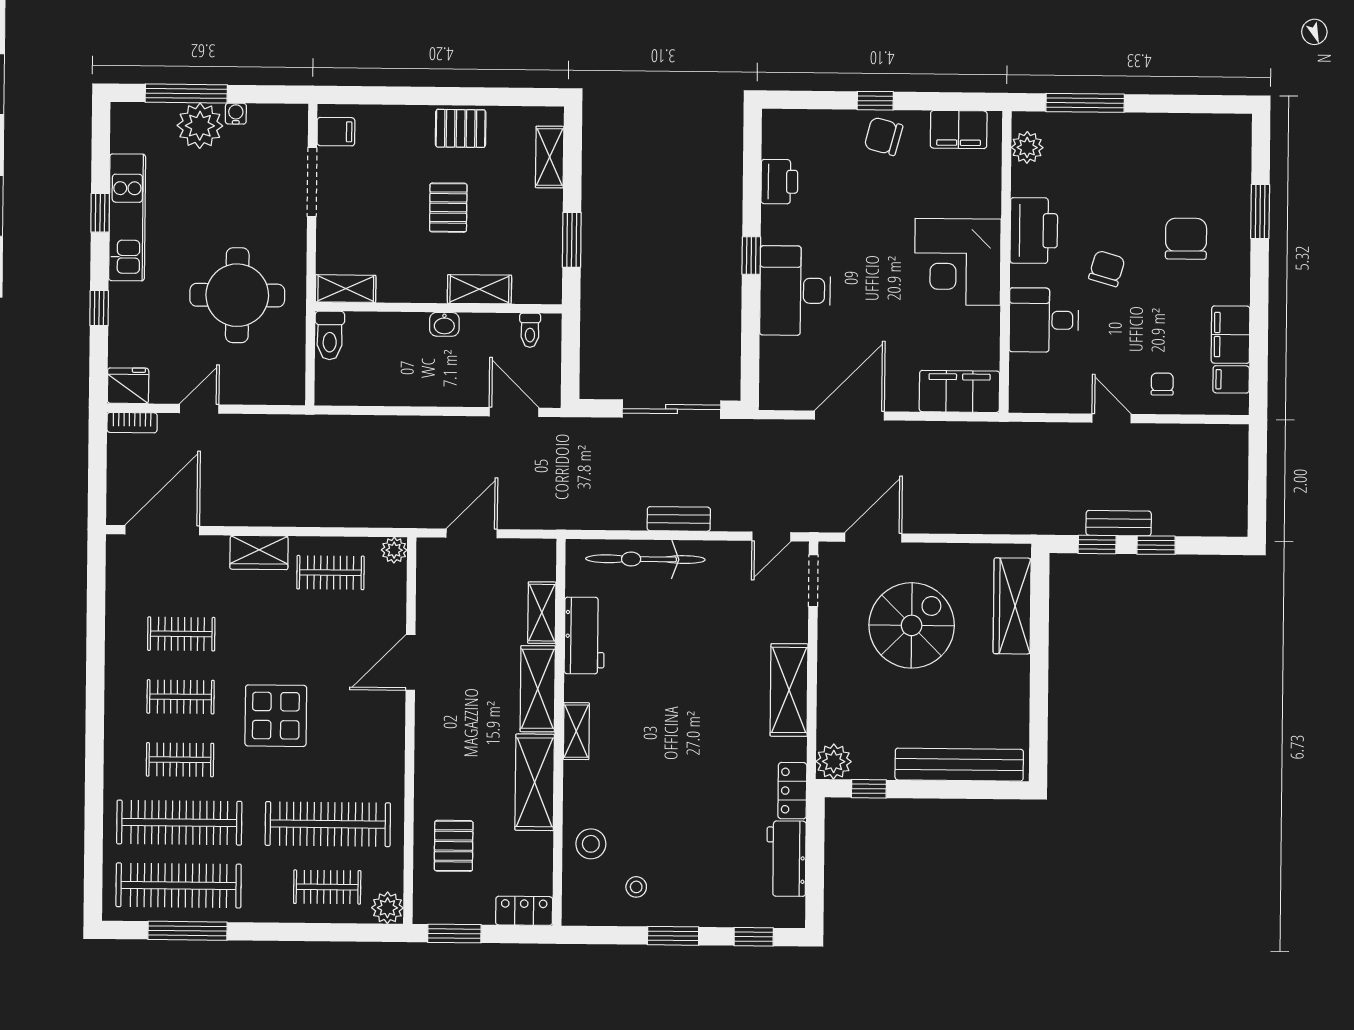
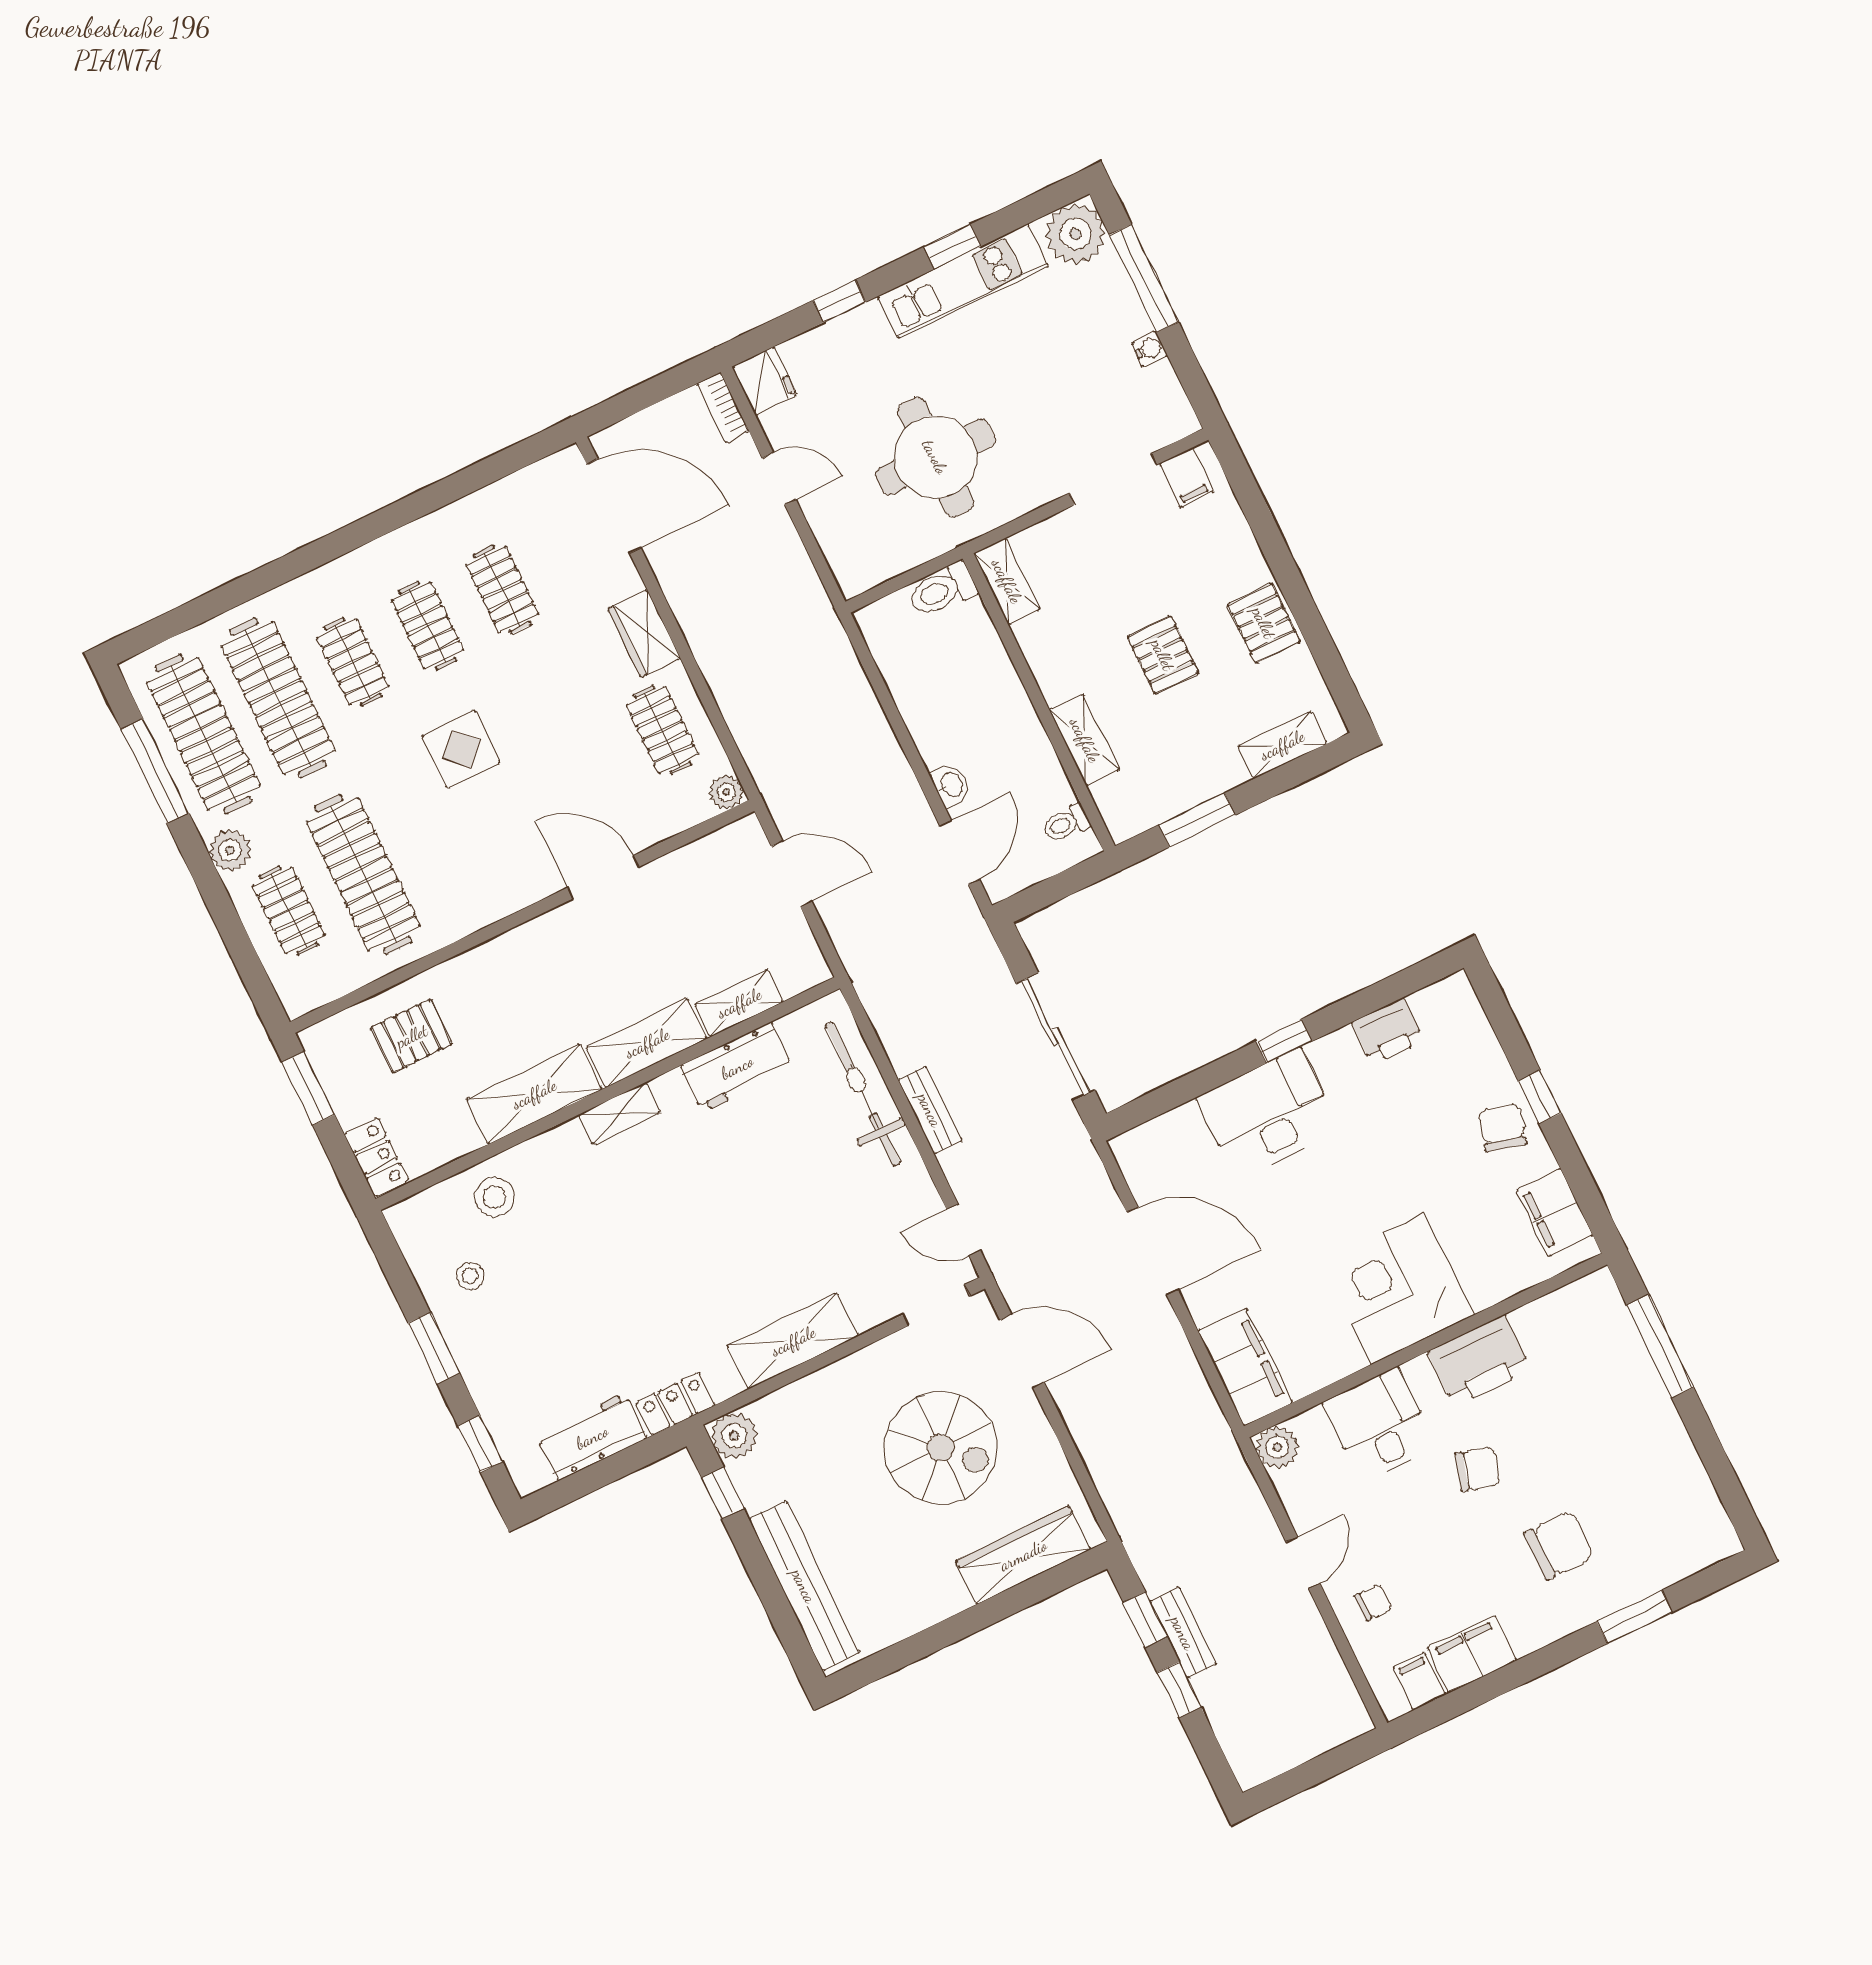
plant: (200, 126) -> (1076, 234), moved
plant: (1027, 147) -> (1277, 1447), moved
pallet: (448, 208) -> (1163, 655), turned 90
washbasin: (444, 324) -> (951, 785), moved, turned 180
display table: (276, 716) -> (461, 749), width x0.73, depth x0.73
plant: (387, 908) -> (230, 850), moved

